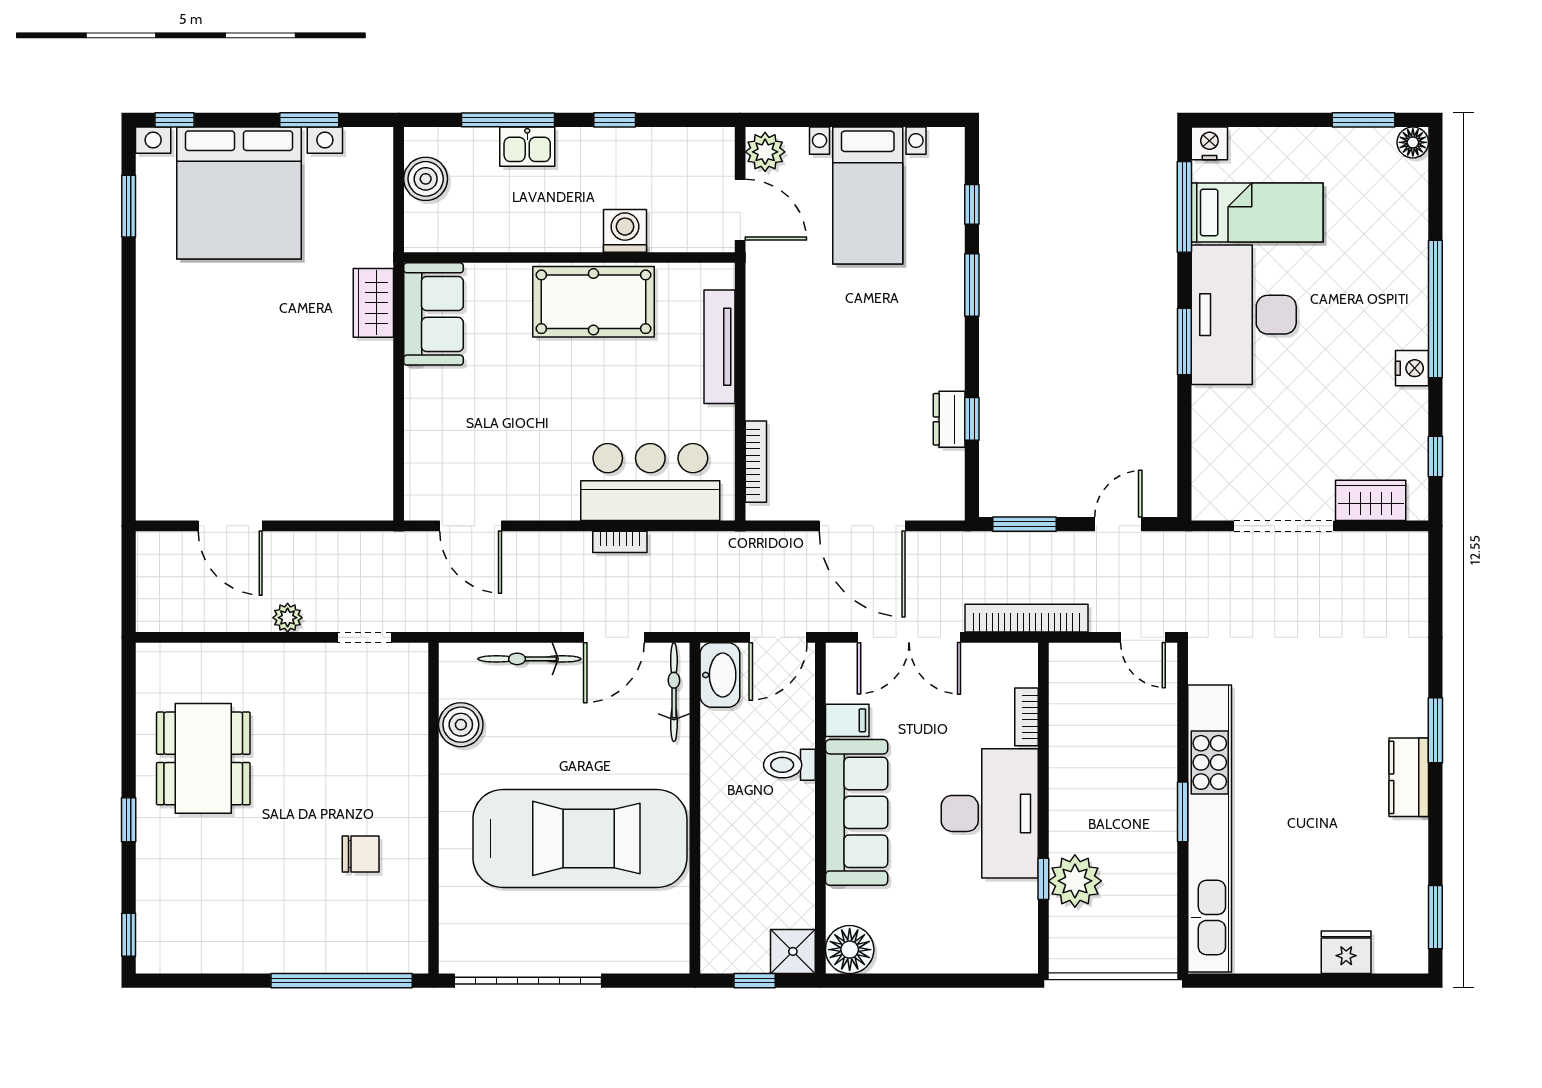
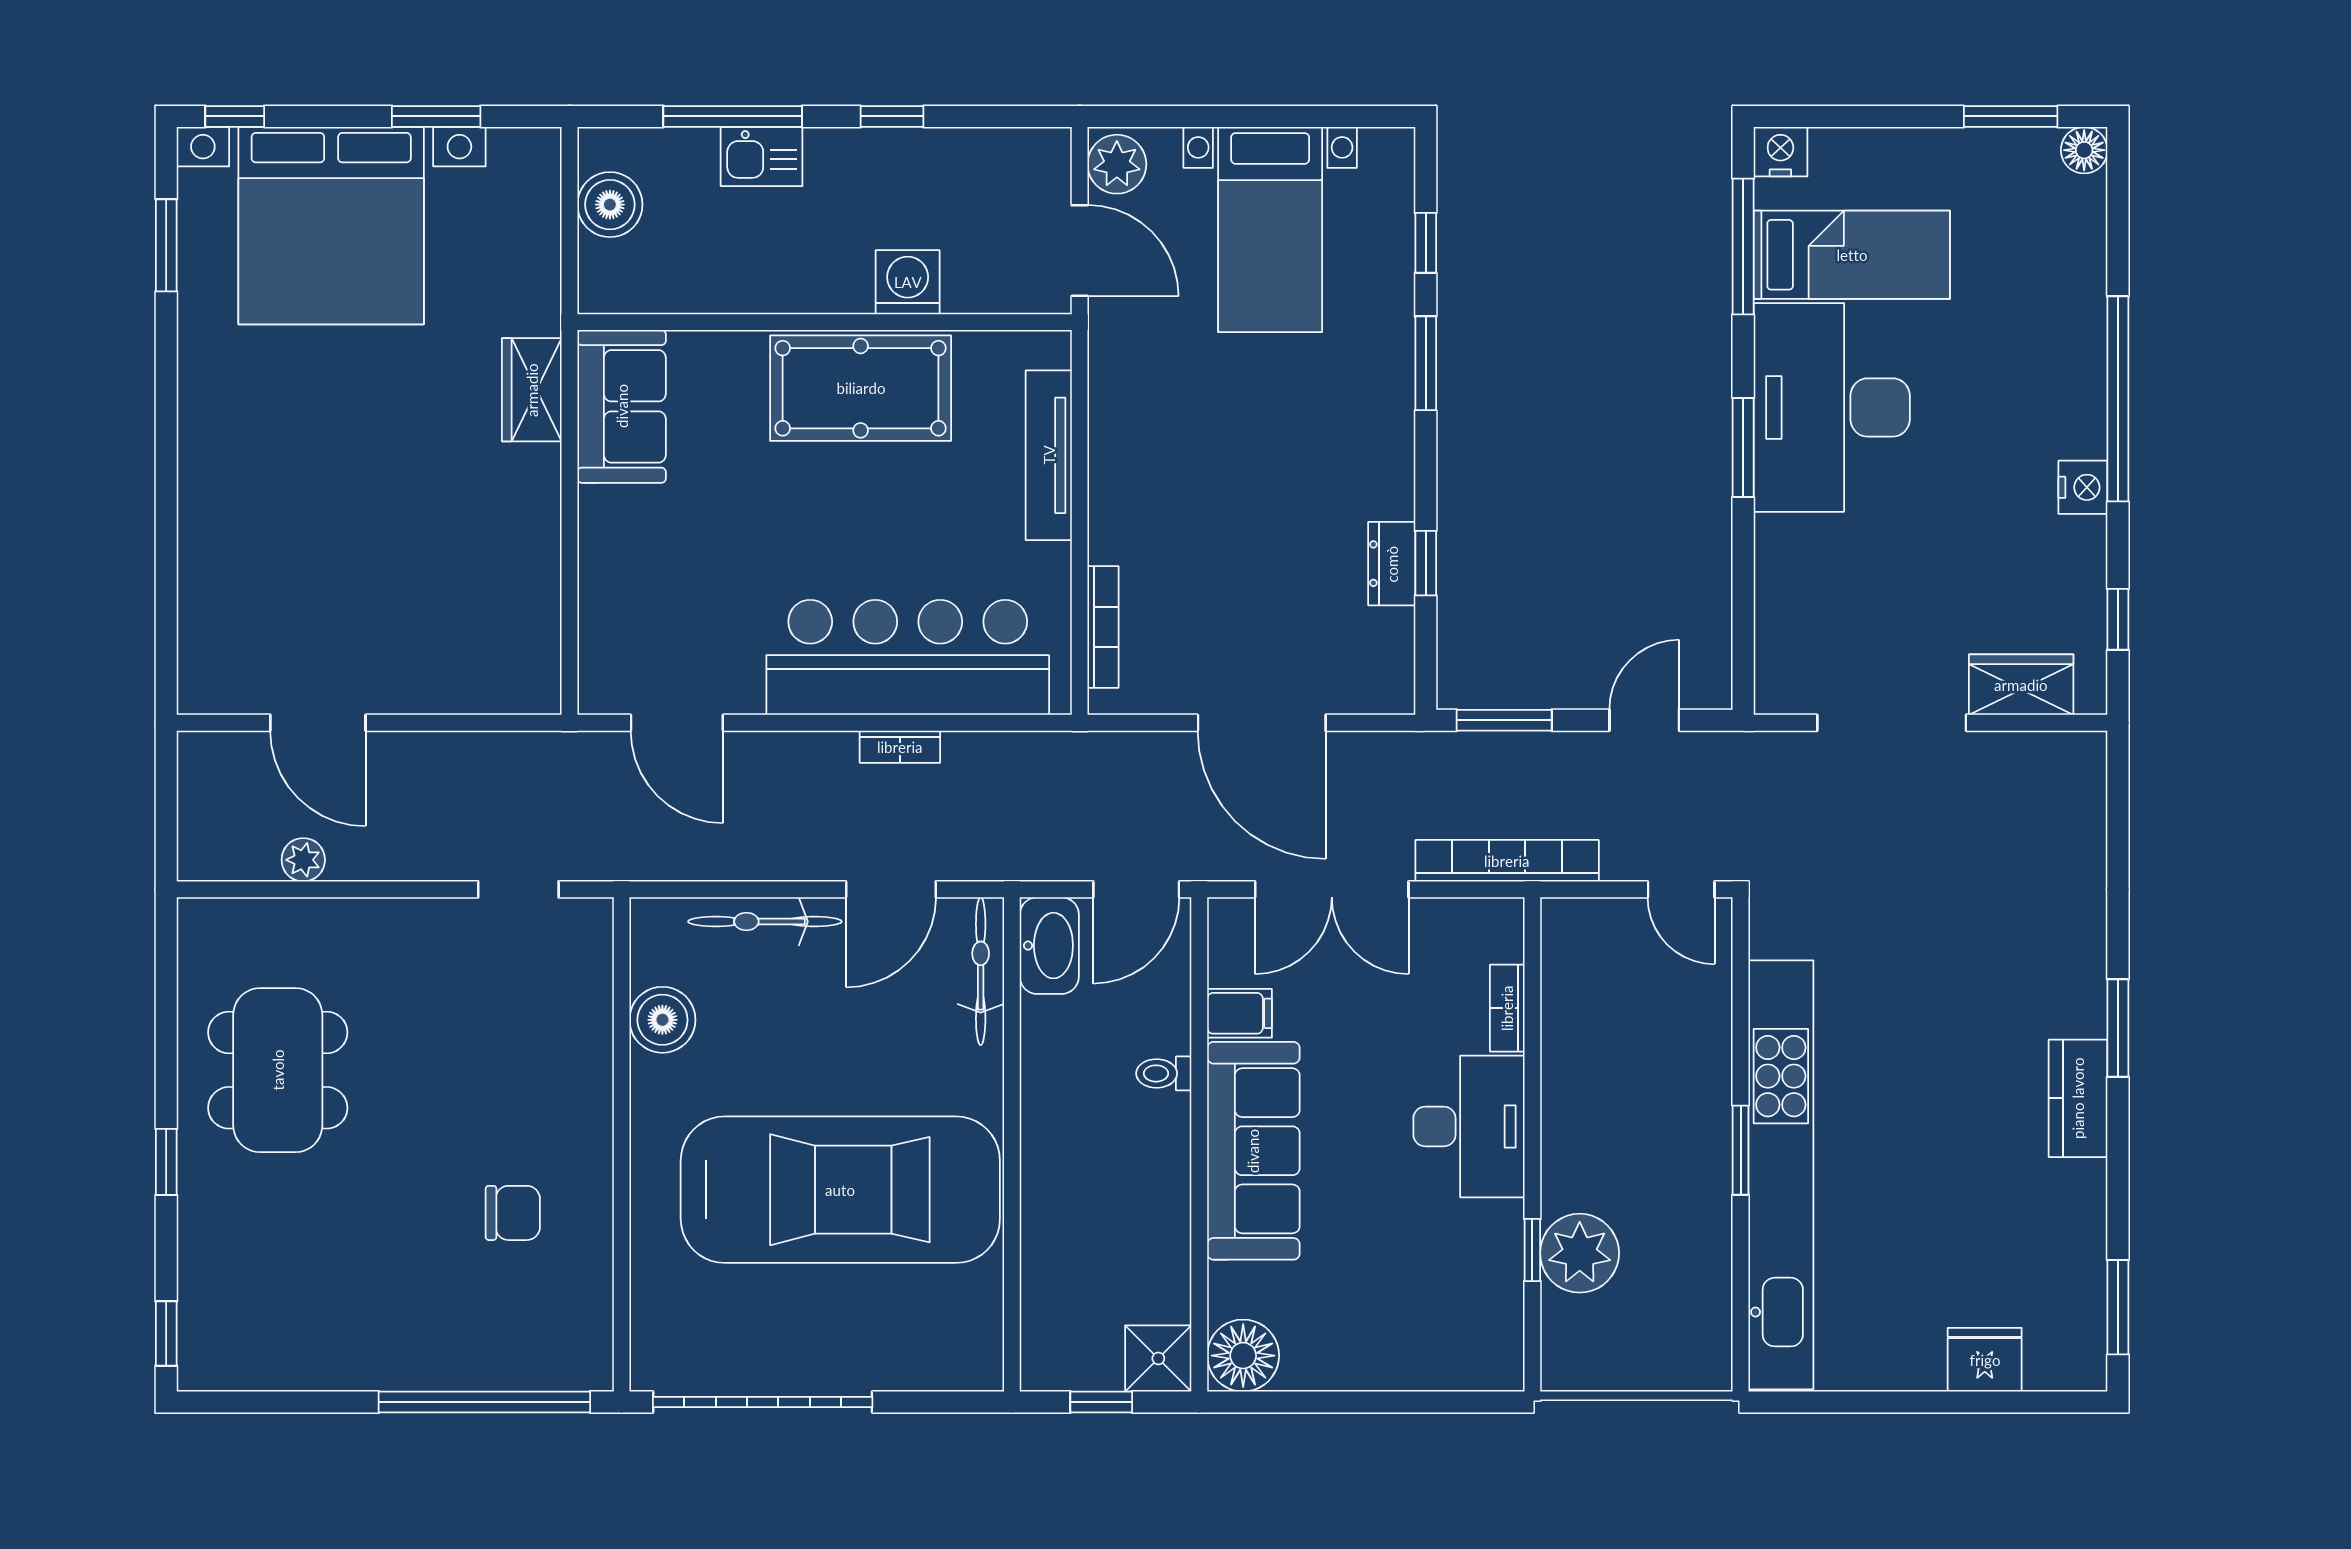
bar counter: (650, 482) -> (908, 657), width x1.36
plant: (288, 618) -> (303, 860), moved
toilet: (789, 765) -> (1164, 1073), width x0.73, depth x0.72
desk: (990, 813) -> (1469, 1126), width x0.73, depth x0.77

